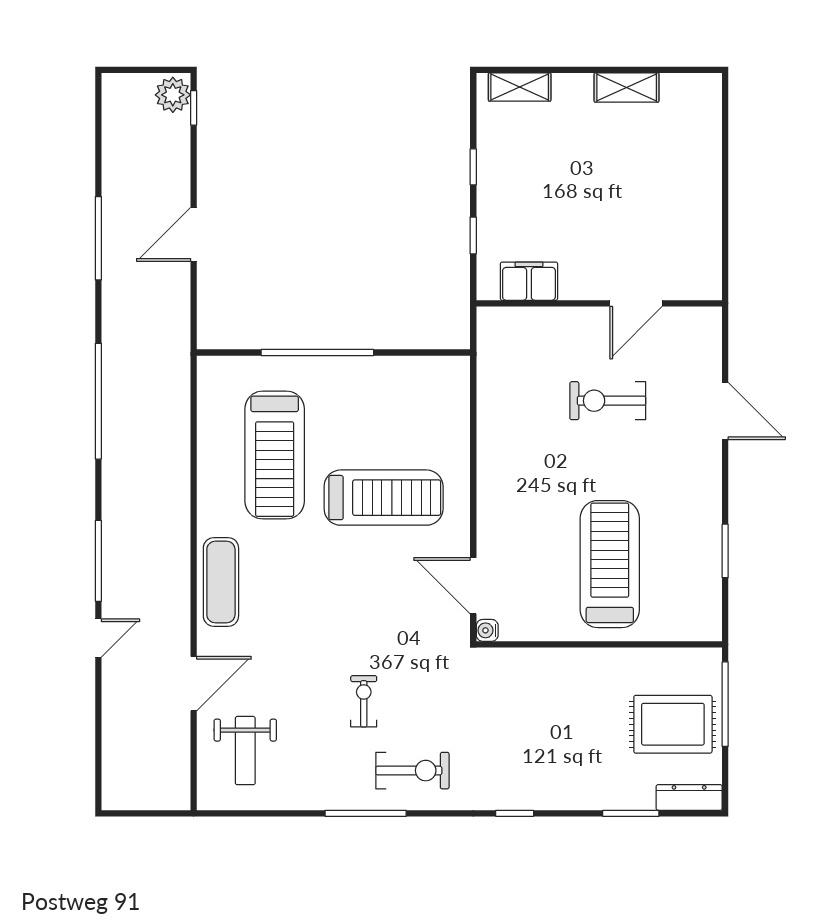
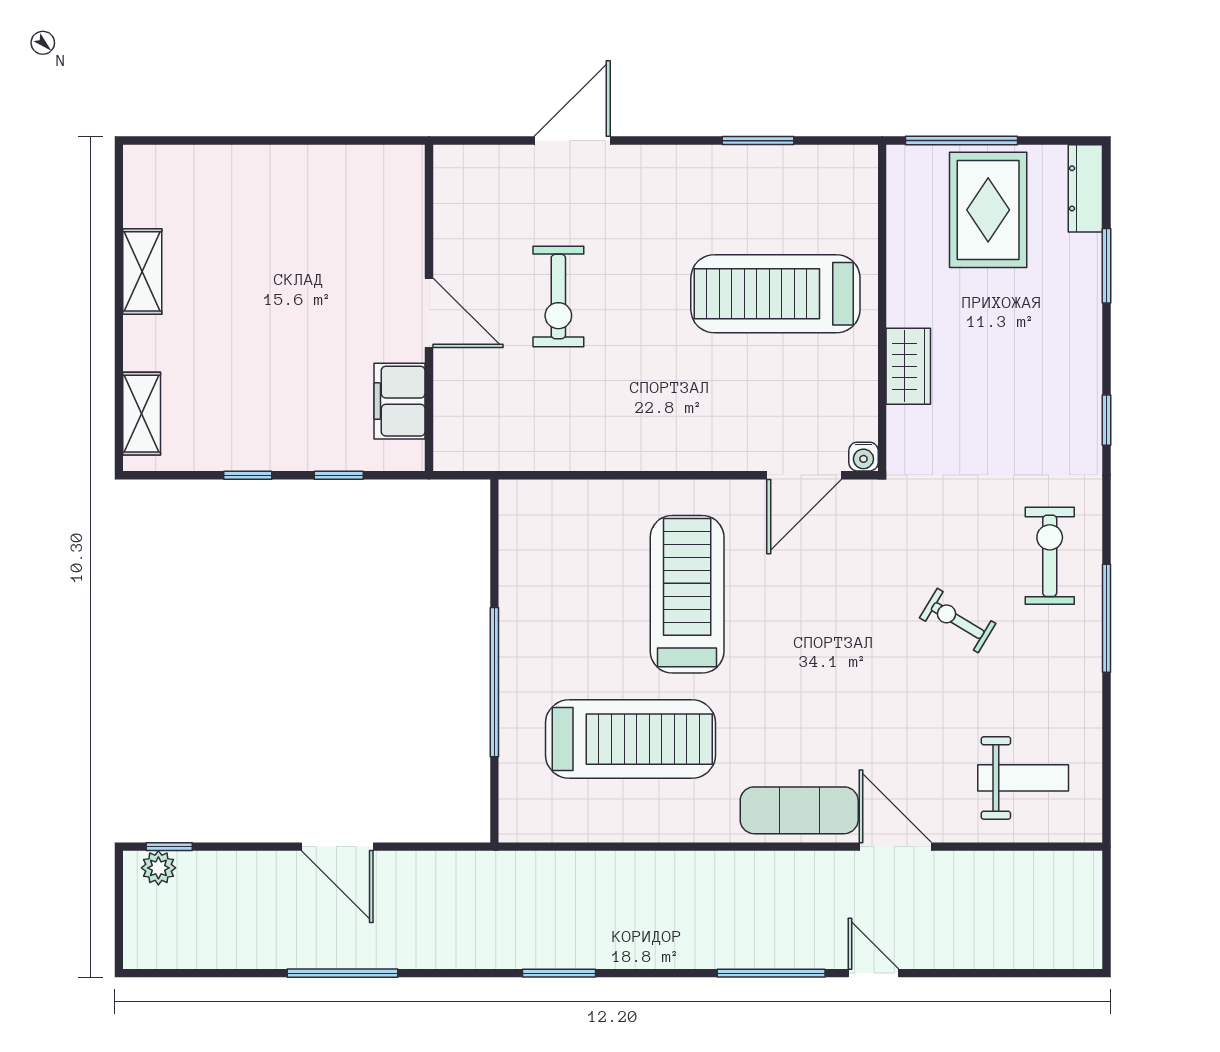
plant: (173, 95) -> (158, 868), width x0.73, depth x0.73
door: (636, 303) -> (429, 313), moved
window: (98, 401) -> (559, 973), width x0.47
wardrobe: (555, 664) -> (908, 366), added
door: (194, 684) -> (895, 847), moved
exercise bike: (364, 701) -> (958, 621), turned 31

